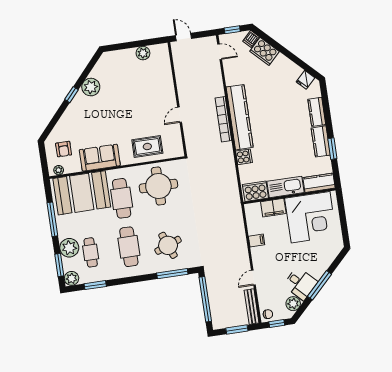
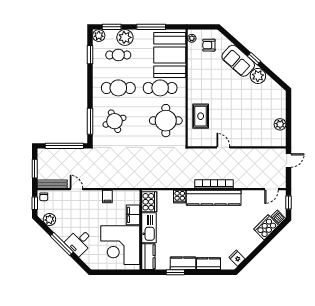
sofa: (100, 158) -> (238, 61), moved, turned 132
desk: (300, 284) -> (79, 242), moved

